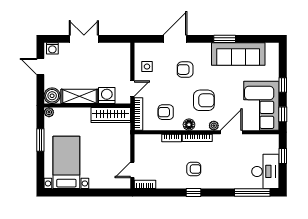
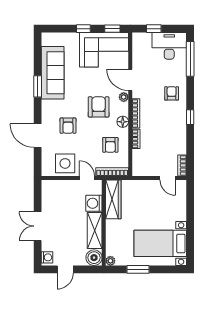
side table: (147, 67) -> (65, 163), width x1.87, depth x1.87
armchair: (194, 169) -> (172, 93), moved

